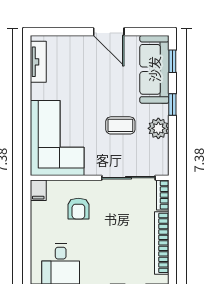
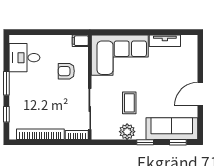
tv unit: (38, 62) -> (165, 41), moved

